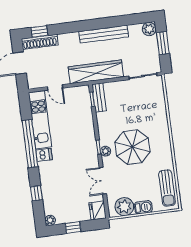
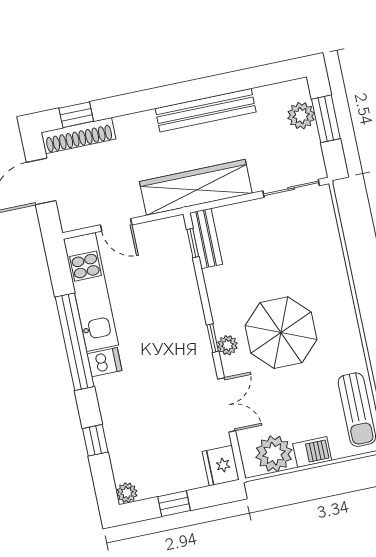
plant: (149, 29) -> (301, 116), moved
double door: (103, 181) -> (227, 405), swing flipped

